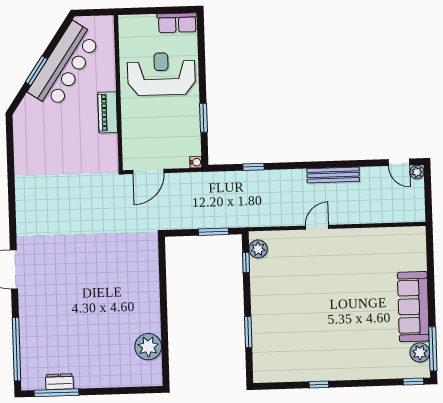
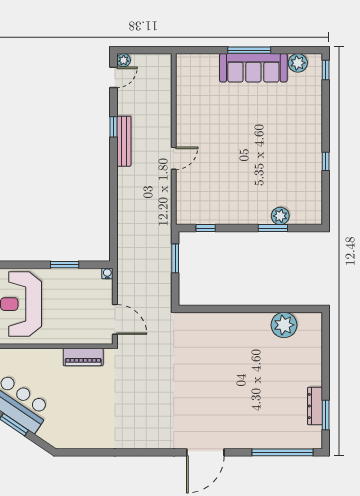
piano: (108, 112) -> (83, 357), moved
window: (253, 167) -> (113, 127), moved
door: (317, 227) -> (174, 158), swing flipped
plant: (258, 249) -> (280, 216), moved
window: (433, 349) -> (249, 50), moved
dresser: (59, 382) -> (315, 406), width x1.44
window: (56, 393) -> (326, 415), width x0.69

